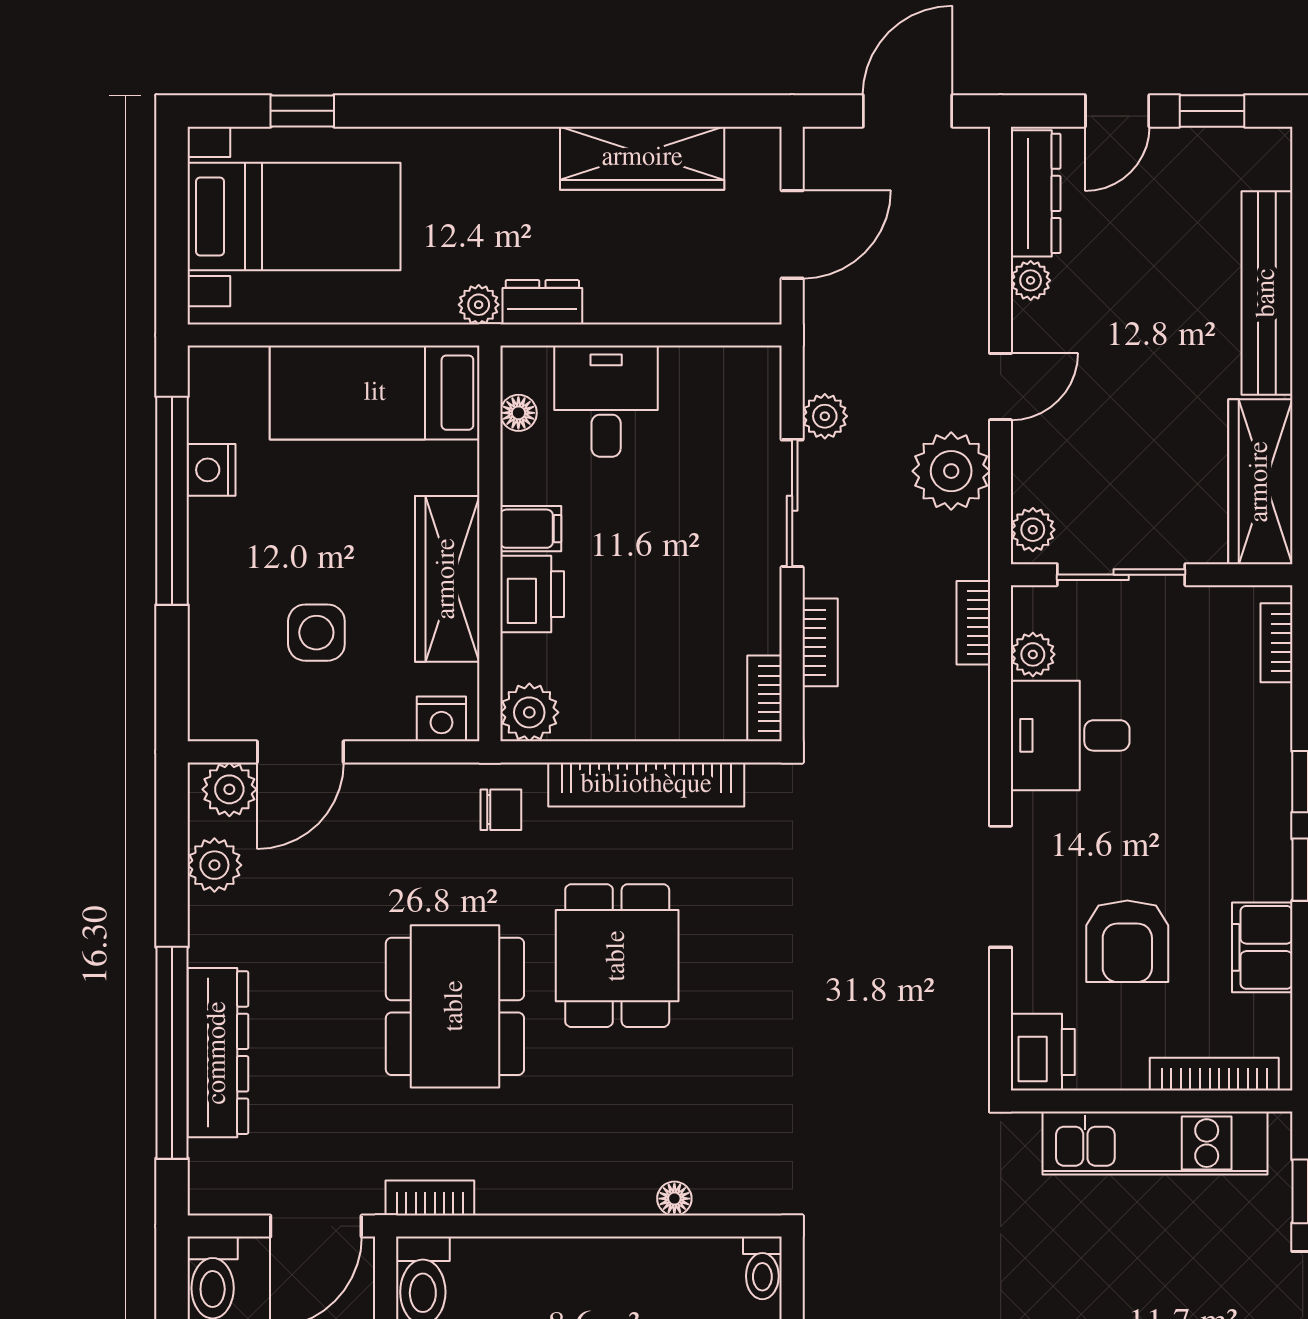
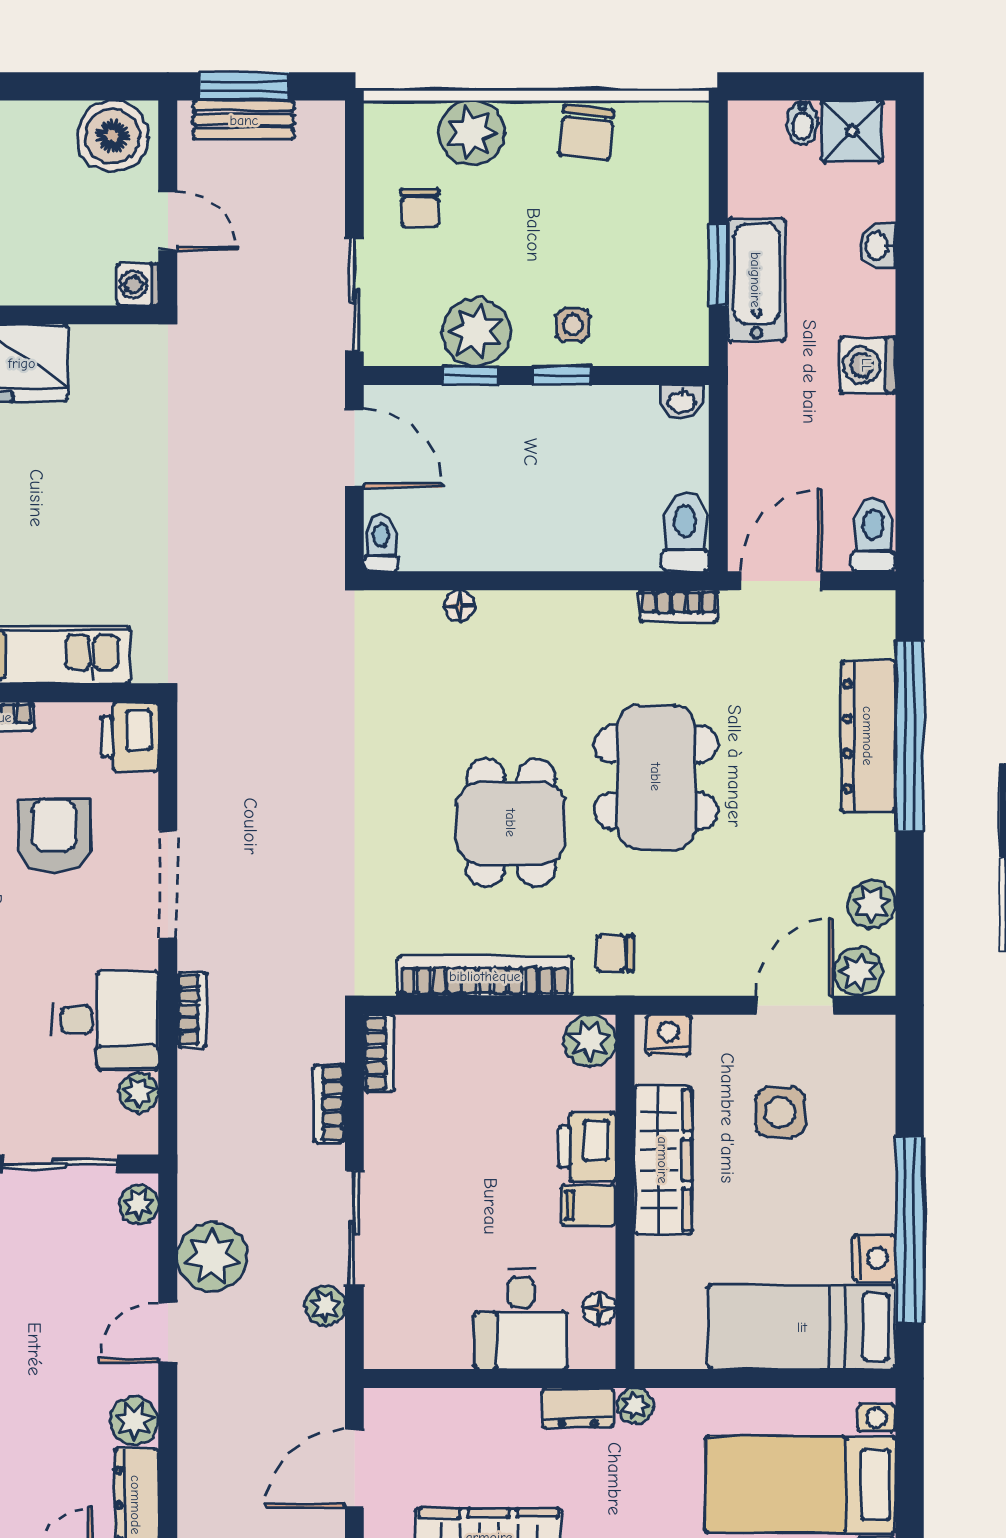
plant: (1031, 280) -> (134, 1421), width x1.38, depth x1.38
bed: (375, 393) -> (802, 1327), moved, turned 180
bookcase: (973, 623) -> (192, 1010), moved

